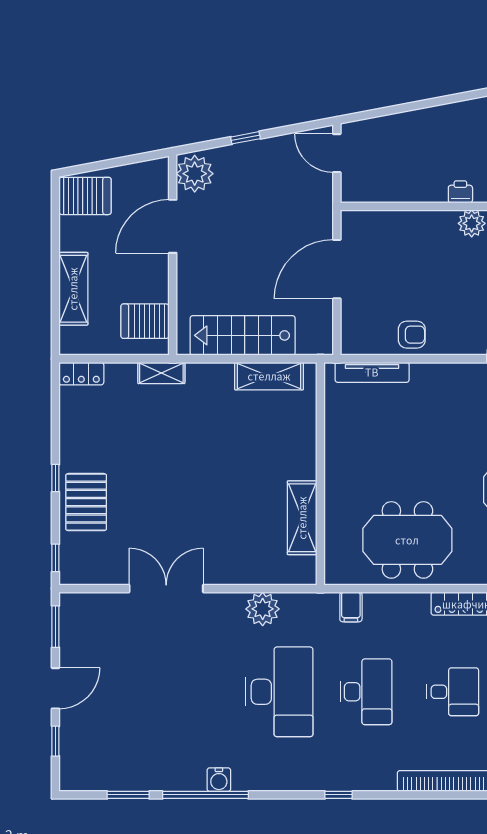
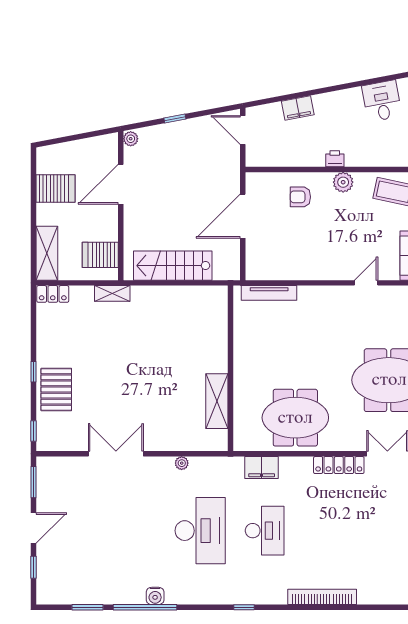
filing cabinet: (411, 124) -> (298, 108), added
plant: (195, 174) -> (131, 139), width x0.53, depth x0.53
server rack: (85, 196) -> (55, 188), moved
shelving: (73, 289) -> (47, 253), moved
armchair: (412, 335) -> (300, 197), moved, turned 180
shelving: (269, 376) -> (192, 296), removed
filing cabinet: (351, 607) -> (262, 467), width x2.00
plant: (263, 609) -> (182, 463), width x0.53, depth x0.53
desk: (453, 692) -> (329, 531), removed

